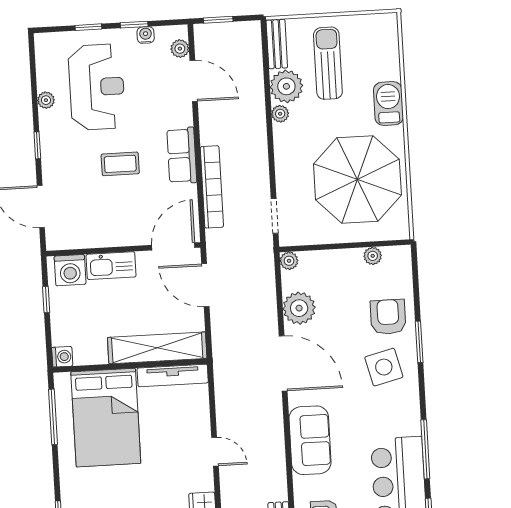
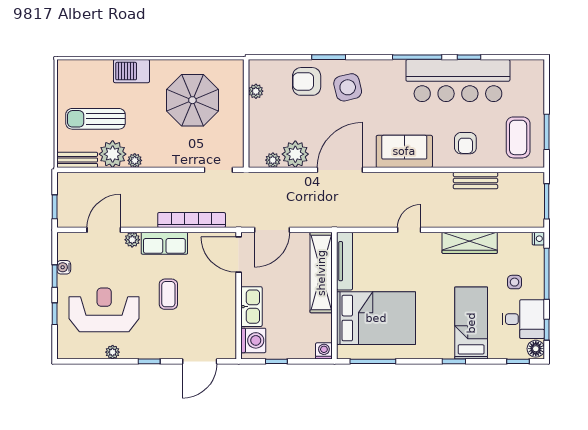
plant: (180, 49) -> (132, 240), moved
parasol: (357, 180) -> (192, 100), width x0.73, depth x0.73
plant: (289, 261) -> (273, 160), moved

